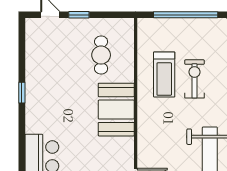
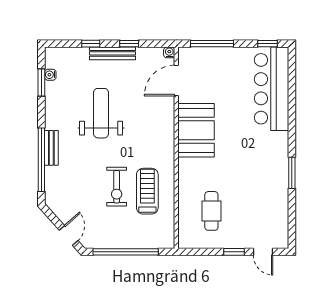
window: (22, 93) -> (292, 173), width x1.50
booth: (116, 110) -> (196, 130), moved

